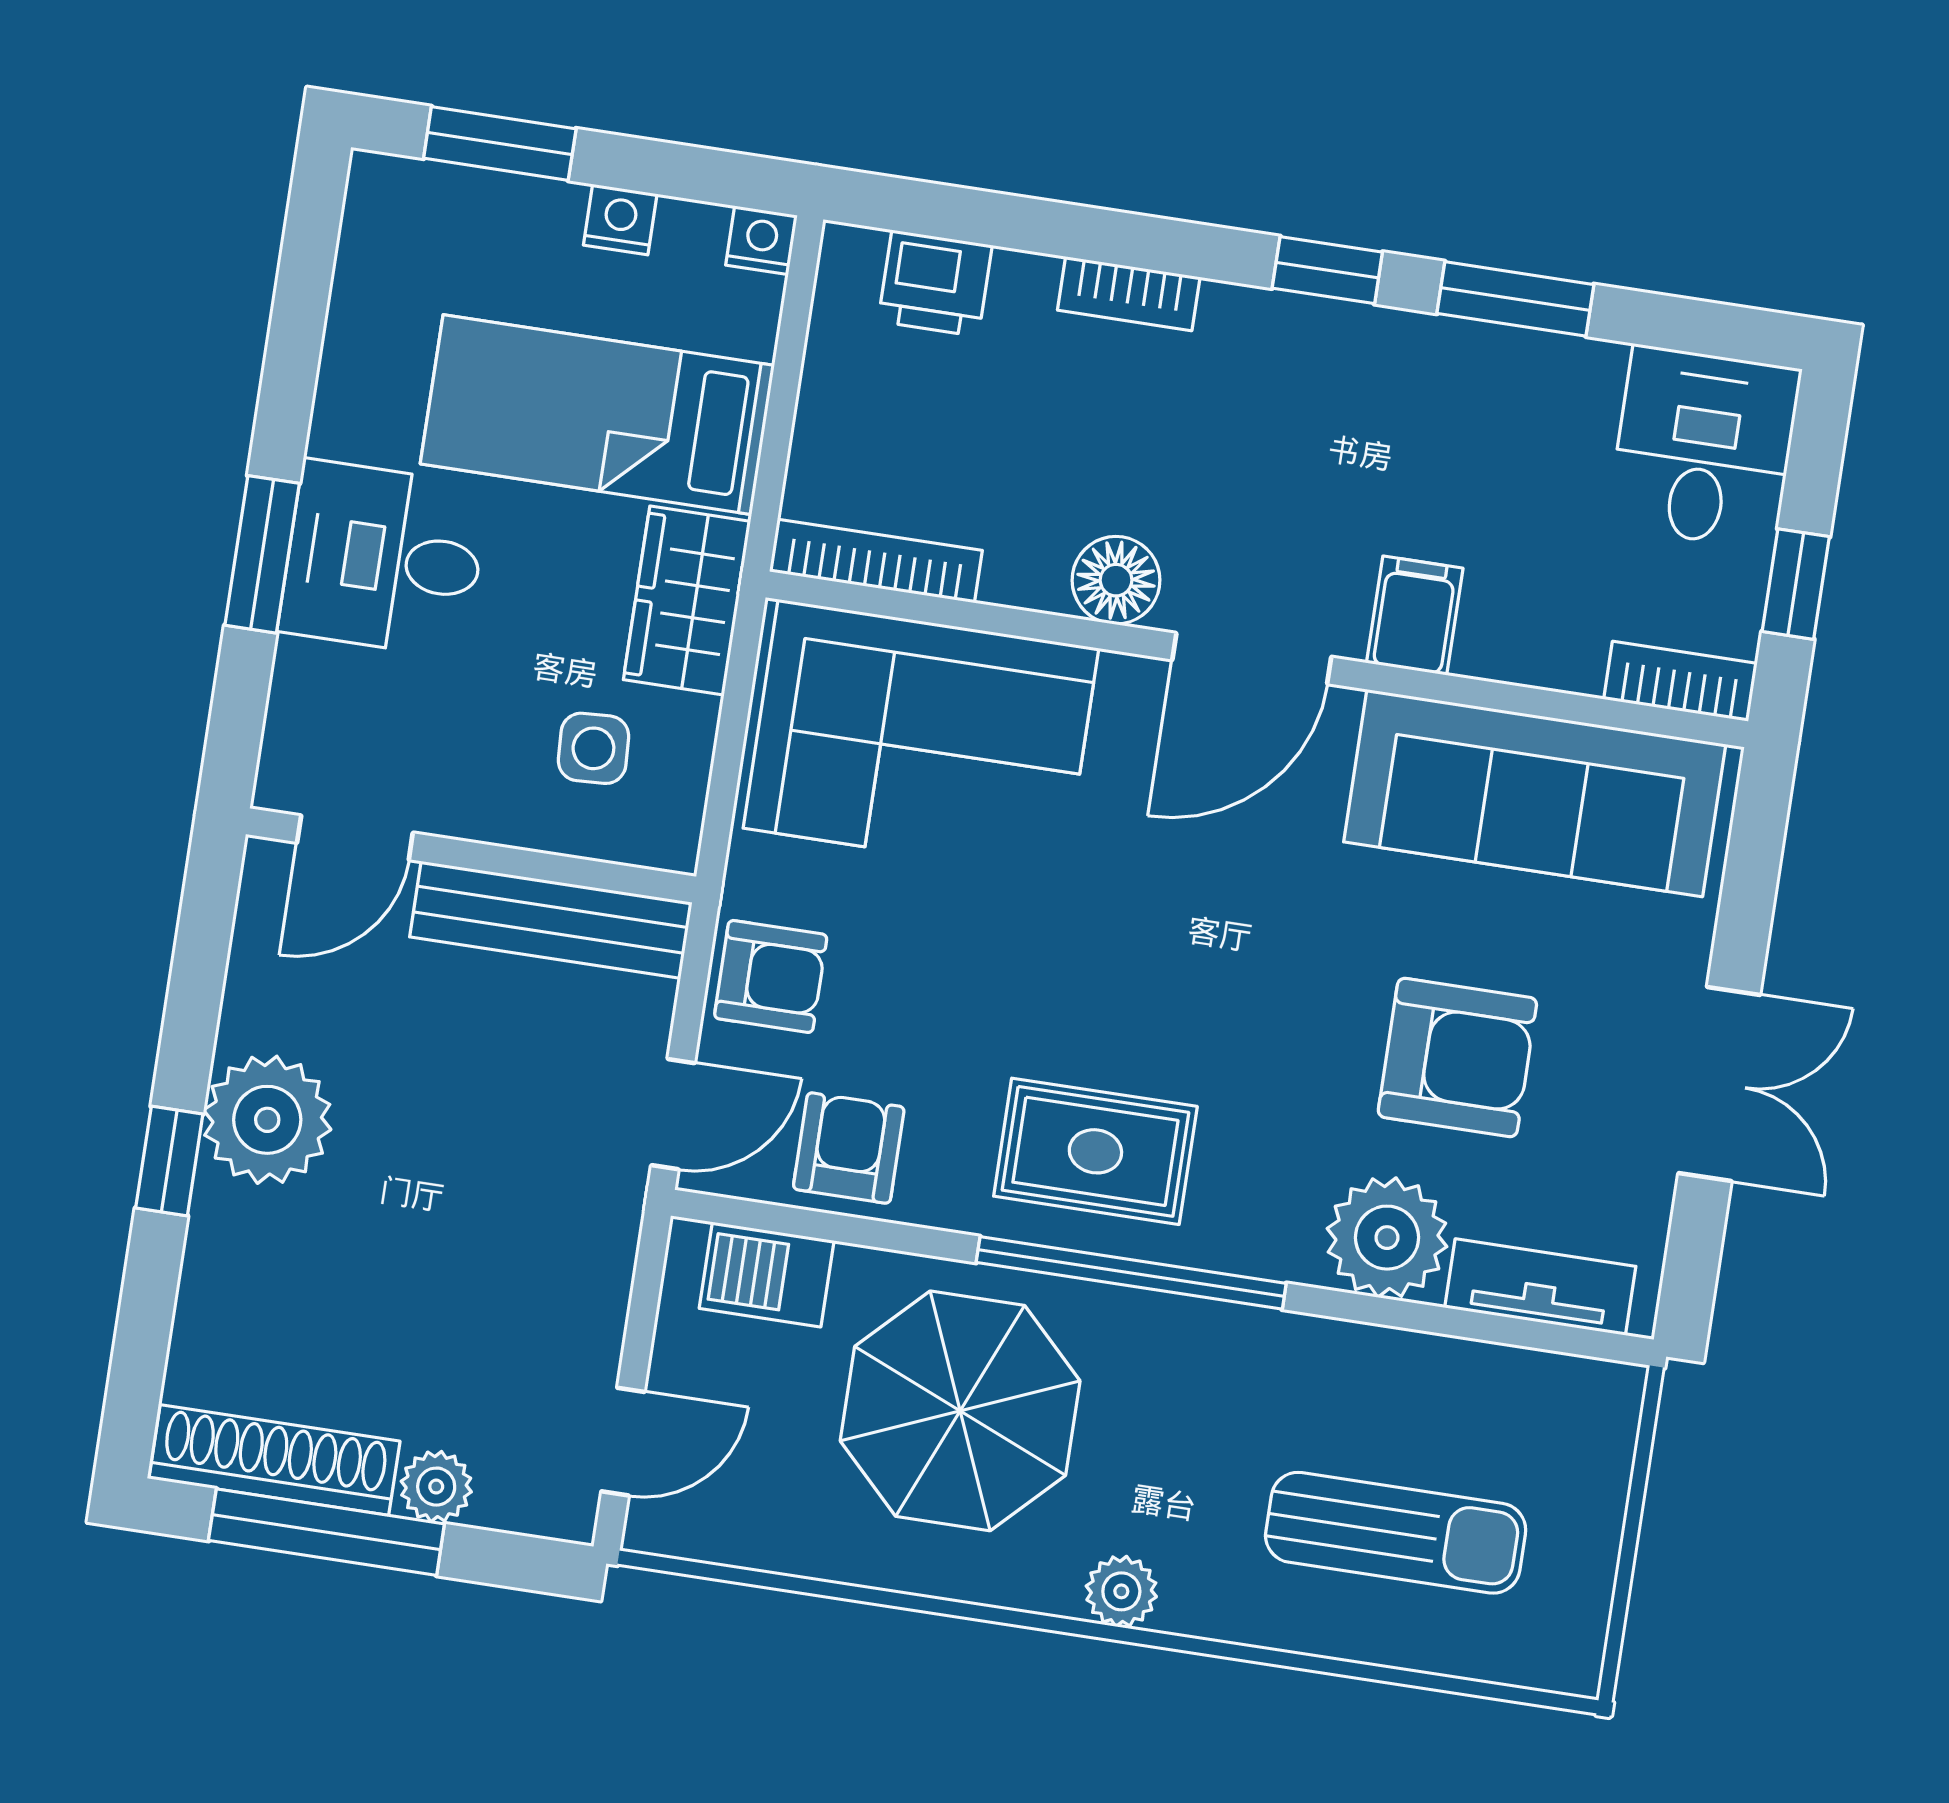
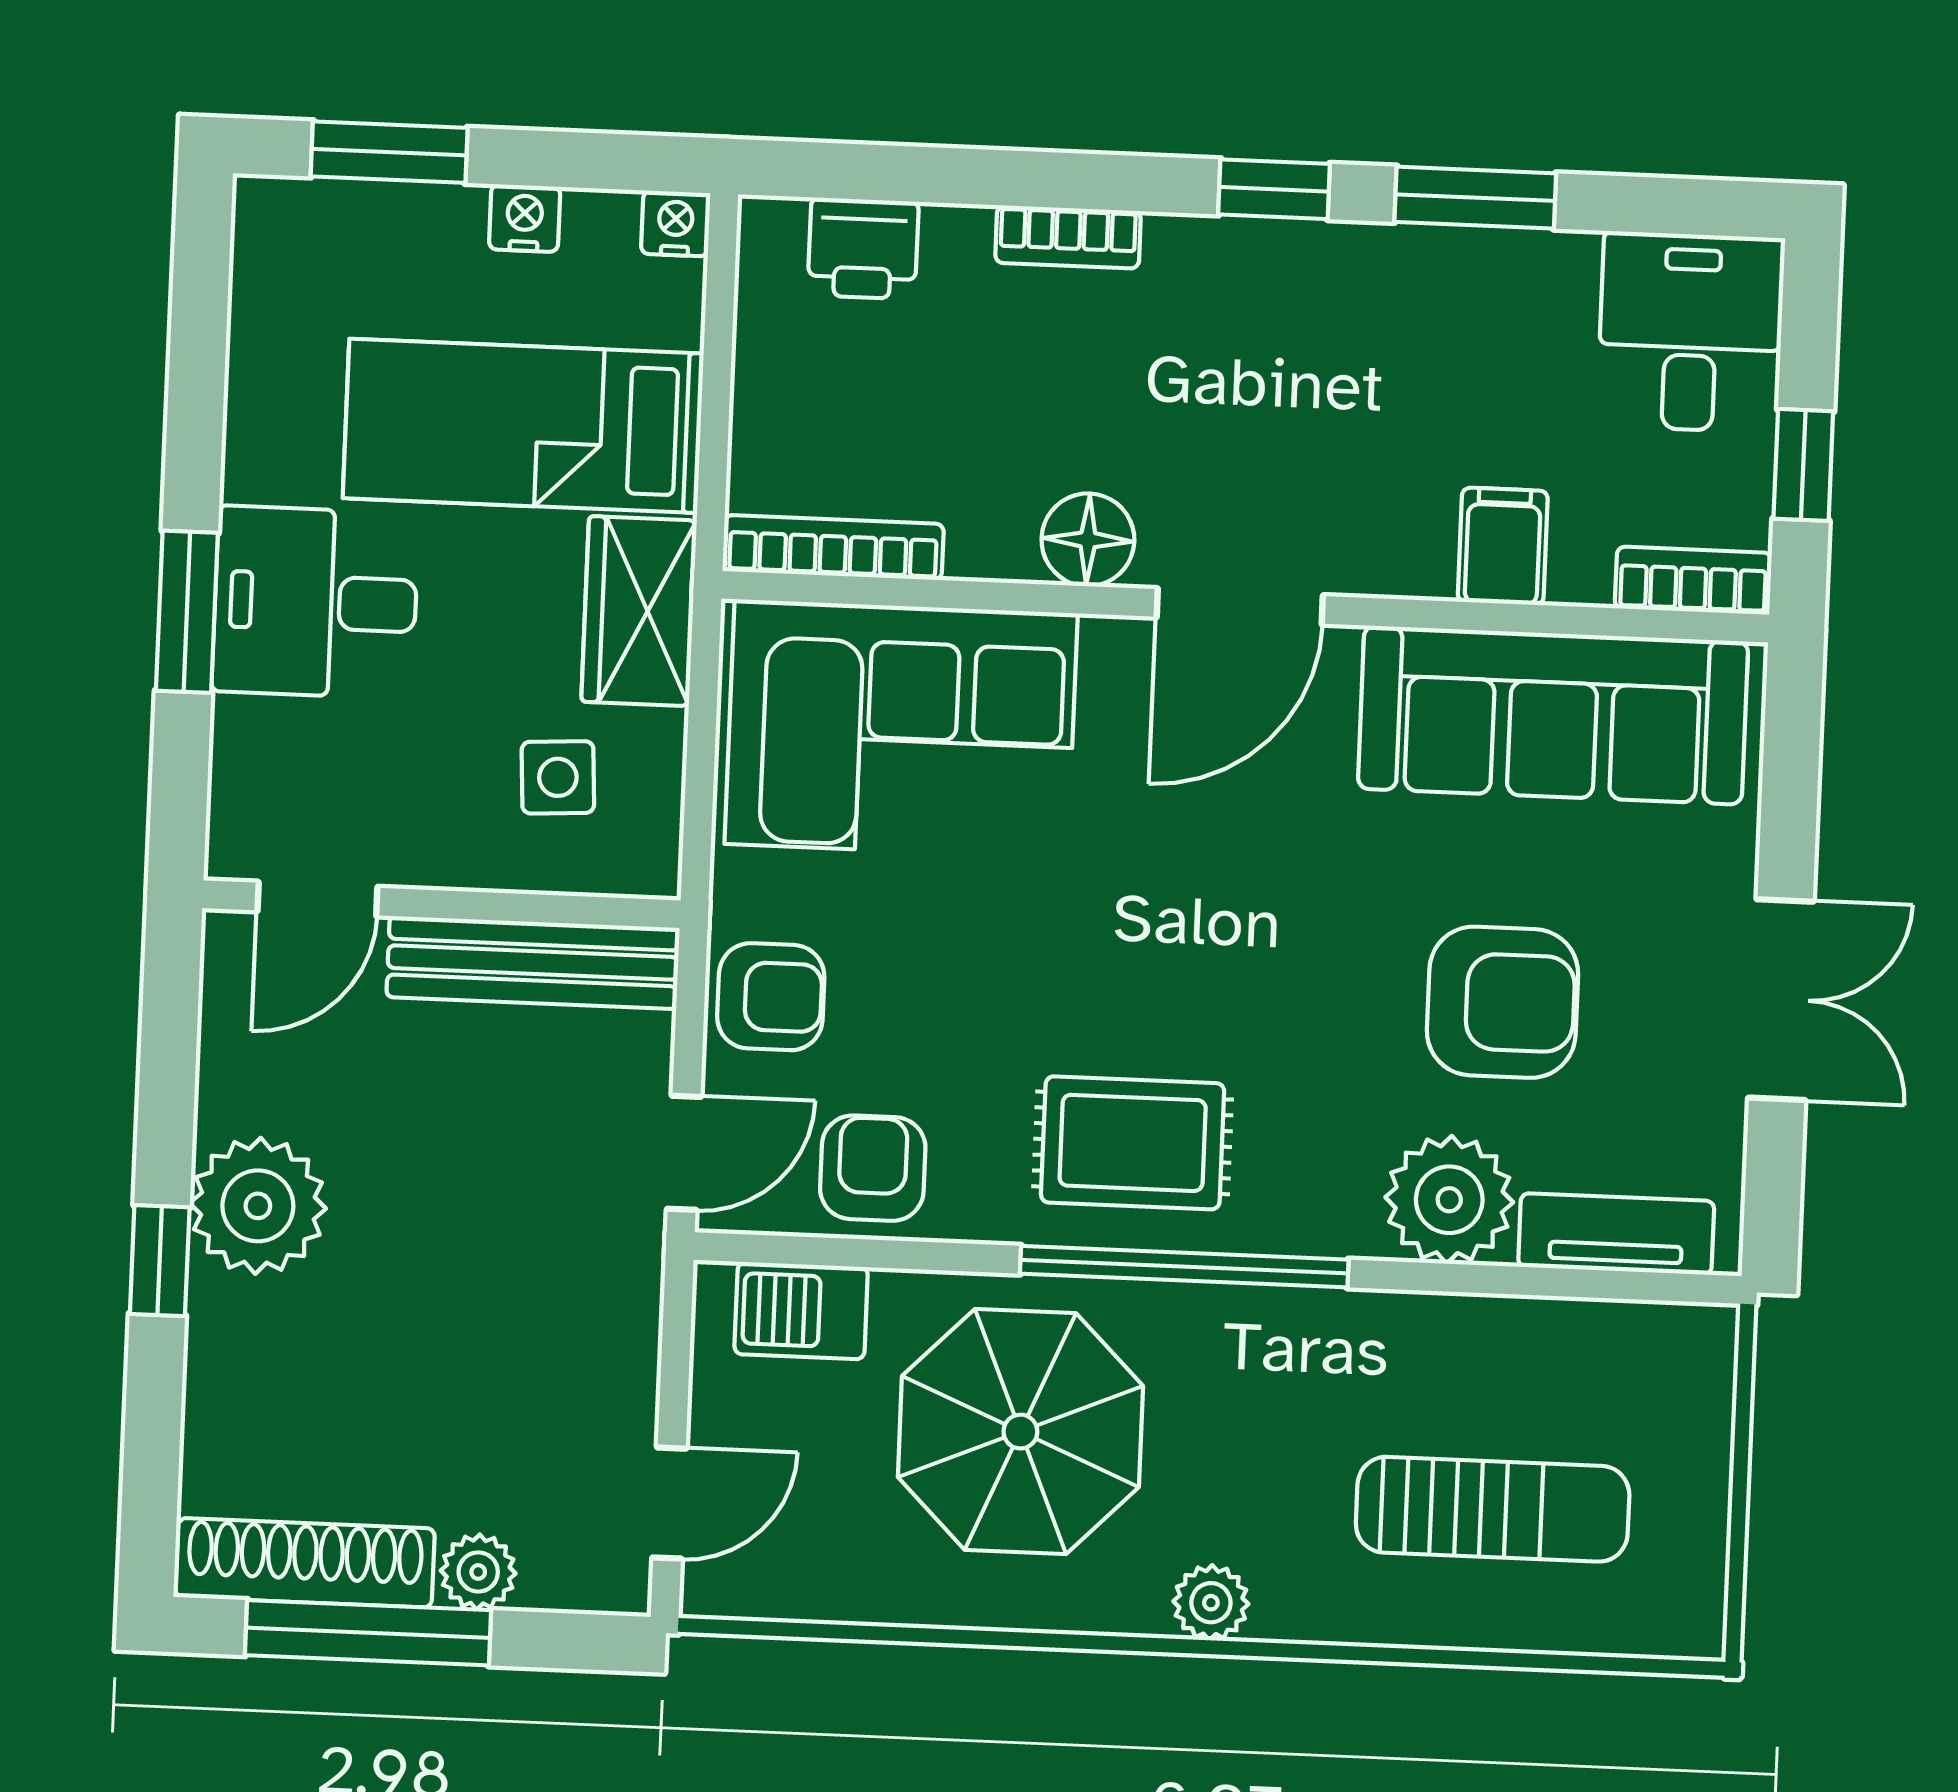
filing cabinet: (1415, 616) -> (1503, 546), moved

